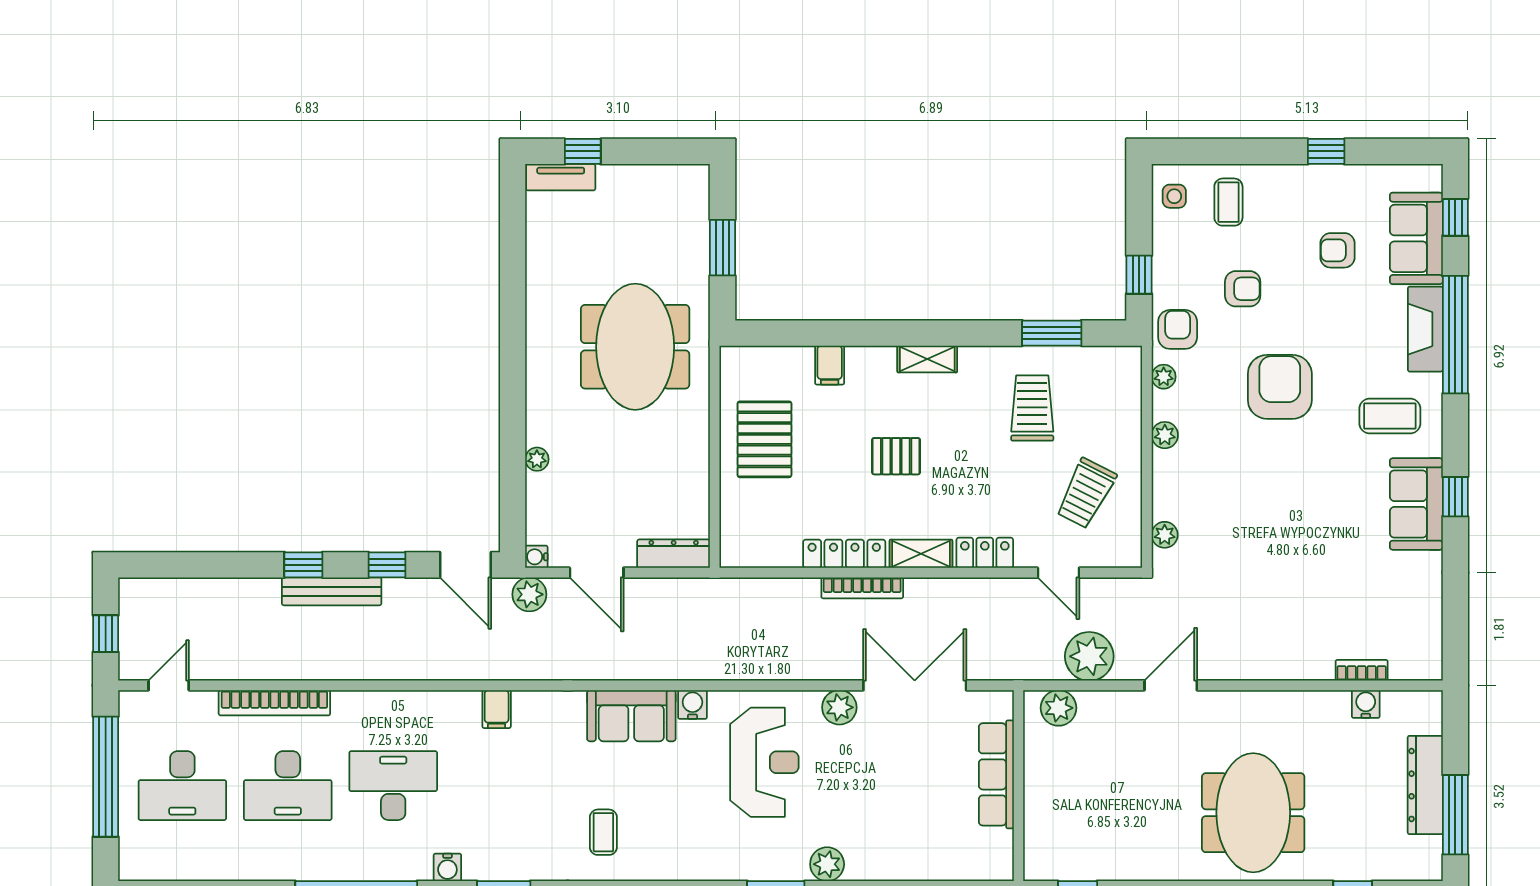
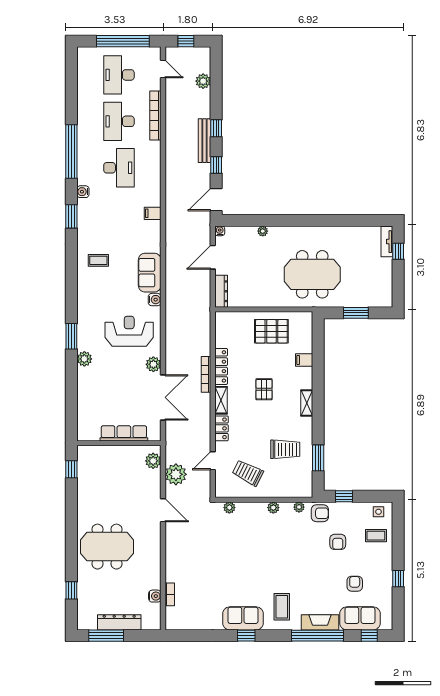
armchair: (1280, 387) -> (295, 558), removed
plant: (529, 594) -> (203, 81), moved
reception desk: (764, 762) -> (129, 331), turned 180

